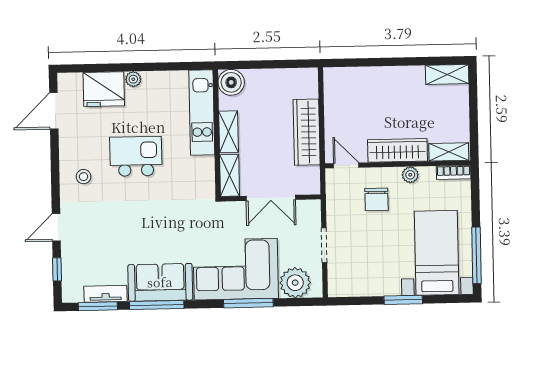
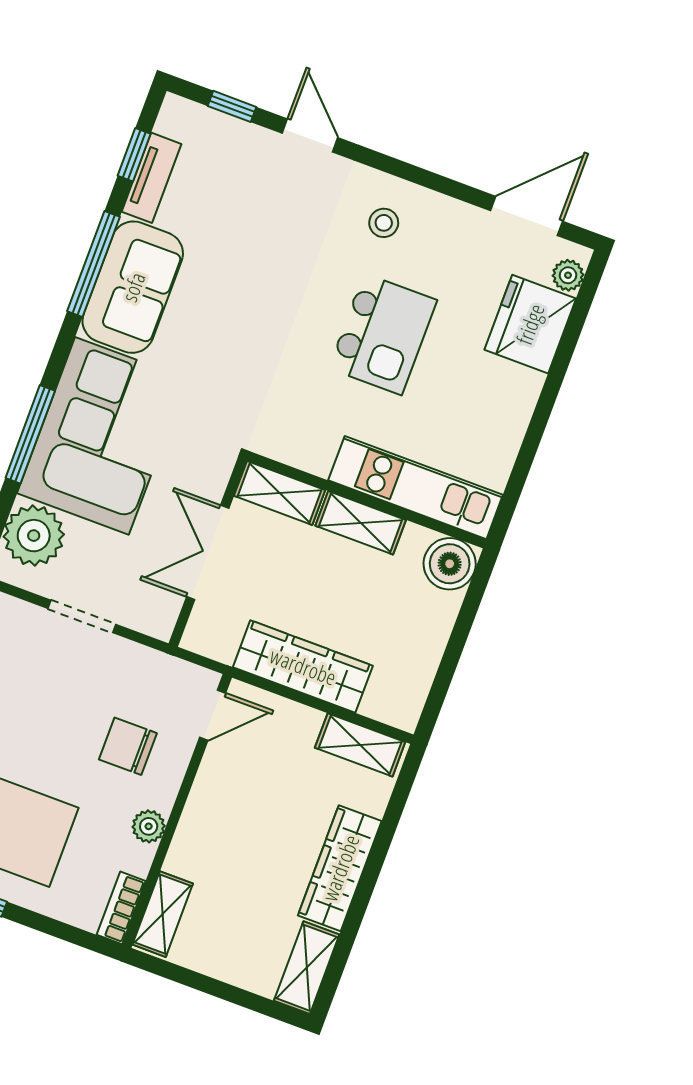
plant: (133, 79) -> (568, 275), moved
shelving: (333, 91) -> (360, 745), added
door: (54, 111) -> (527, 216), hinge flipped
wardrobe: (398, 150) -> (340, 868), moved, turned 180
window: (98, 306) -> (134, 155), width x0.67

